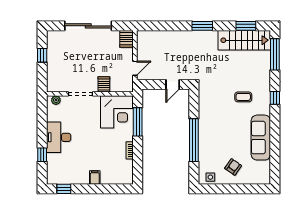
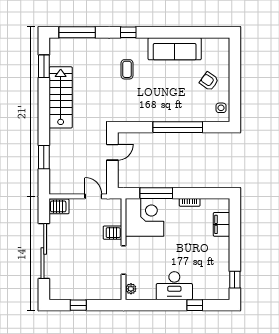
window: (202, 26) -> (44, 157), moved
stairs: (244, 40) -> (61, 97), moved
door: (173, 84) -> (112, 152), hinge flipped
filing cabinet: (95, 178) -> (222, 224), moved, width x2.00

